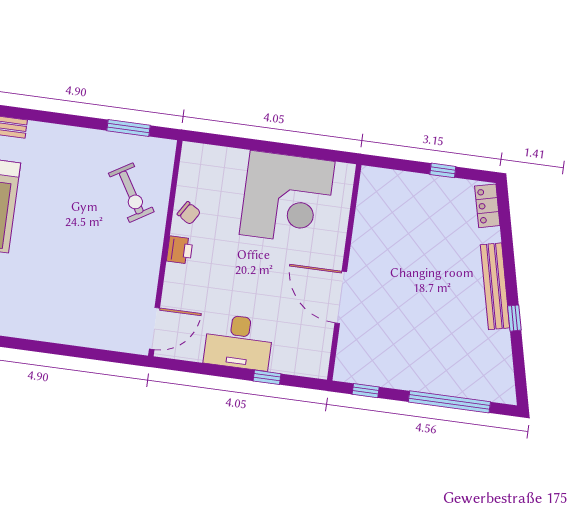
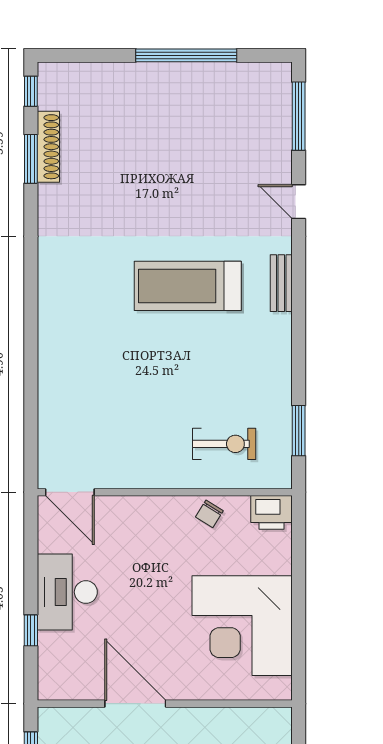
exercise bike: (131, 193) -> (224, 444), turned -149
printer: (180, 250) -> (272, 512), moved, width x1.36, depth x1.24
door: (341, 297) -> (135, 704), hinge flipped

